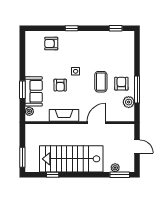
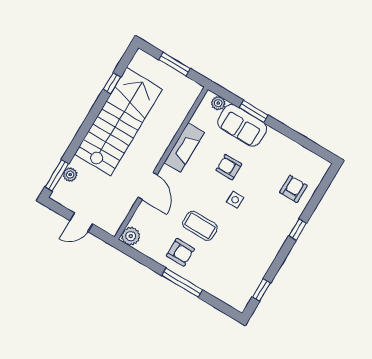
window: (137, 89) -> (182, 283), moved
plant: (129, 102) -> (131, 236), moved
window: (22, 157) -> (175, 64), moved

